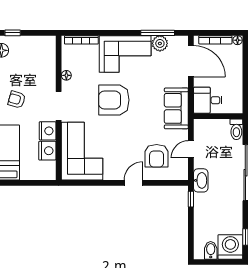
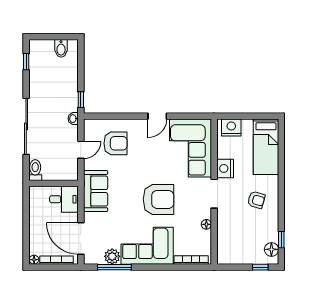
nightstand: (47, 151) -> (231, 127), moved, turned 90
armchair: (157, 156) -> (115, 143), turned 90
washbasin: (201, 180) -> (73, 119), width x0.52, depth x0.69
door: (134, 183) -> (157, 116), moved
washing machine: (230, 247) -> (41, 52), removed

